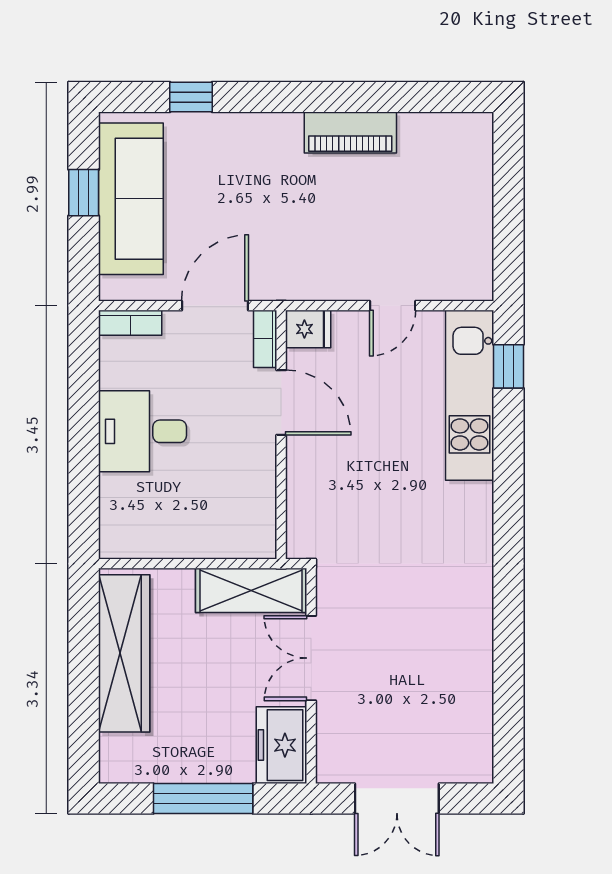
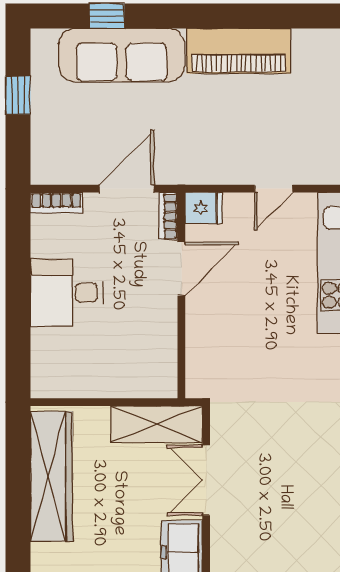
piano: (350, 133) -> (239, 51), width x1.37, depth x1.33
sofa: (131, 199) -> (122, 55), moved, turned 90
door: (281, 403) -> (181, 269), hinge flipped

